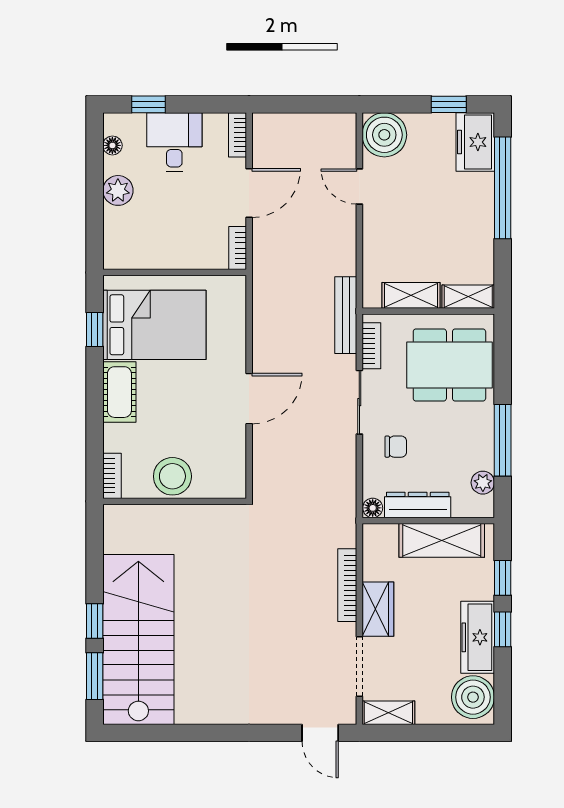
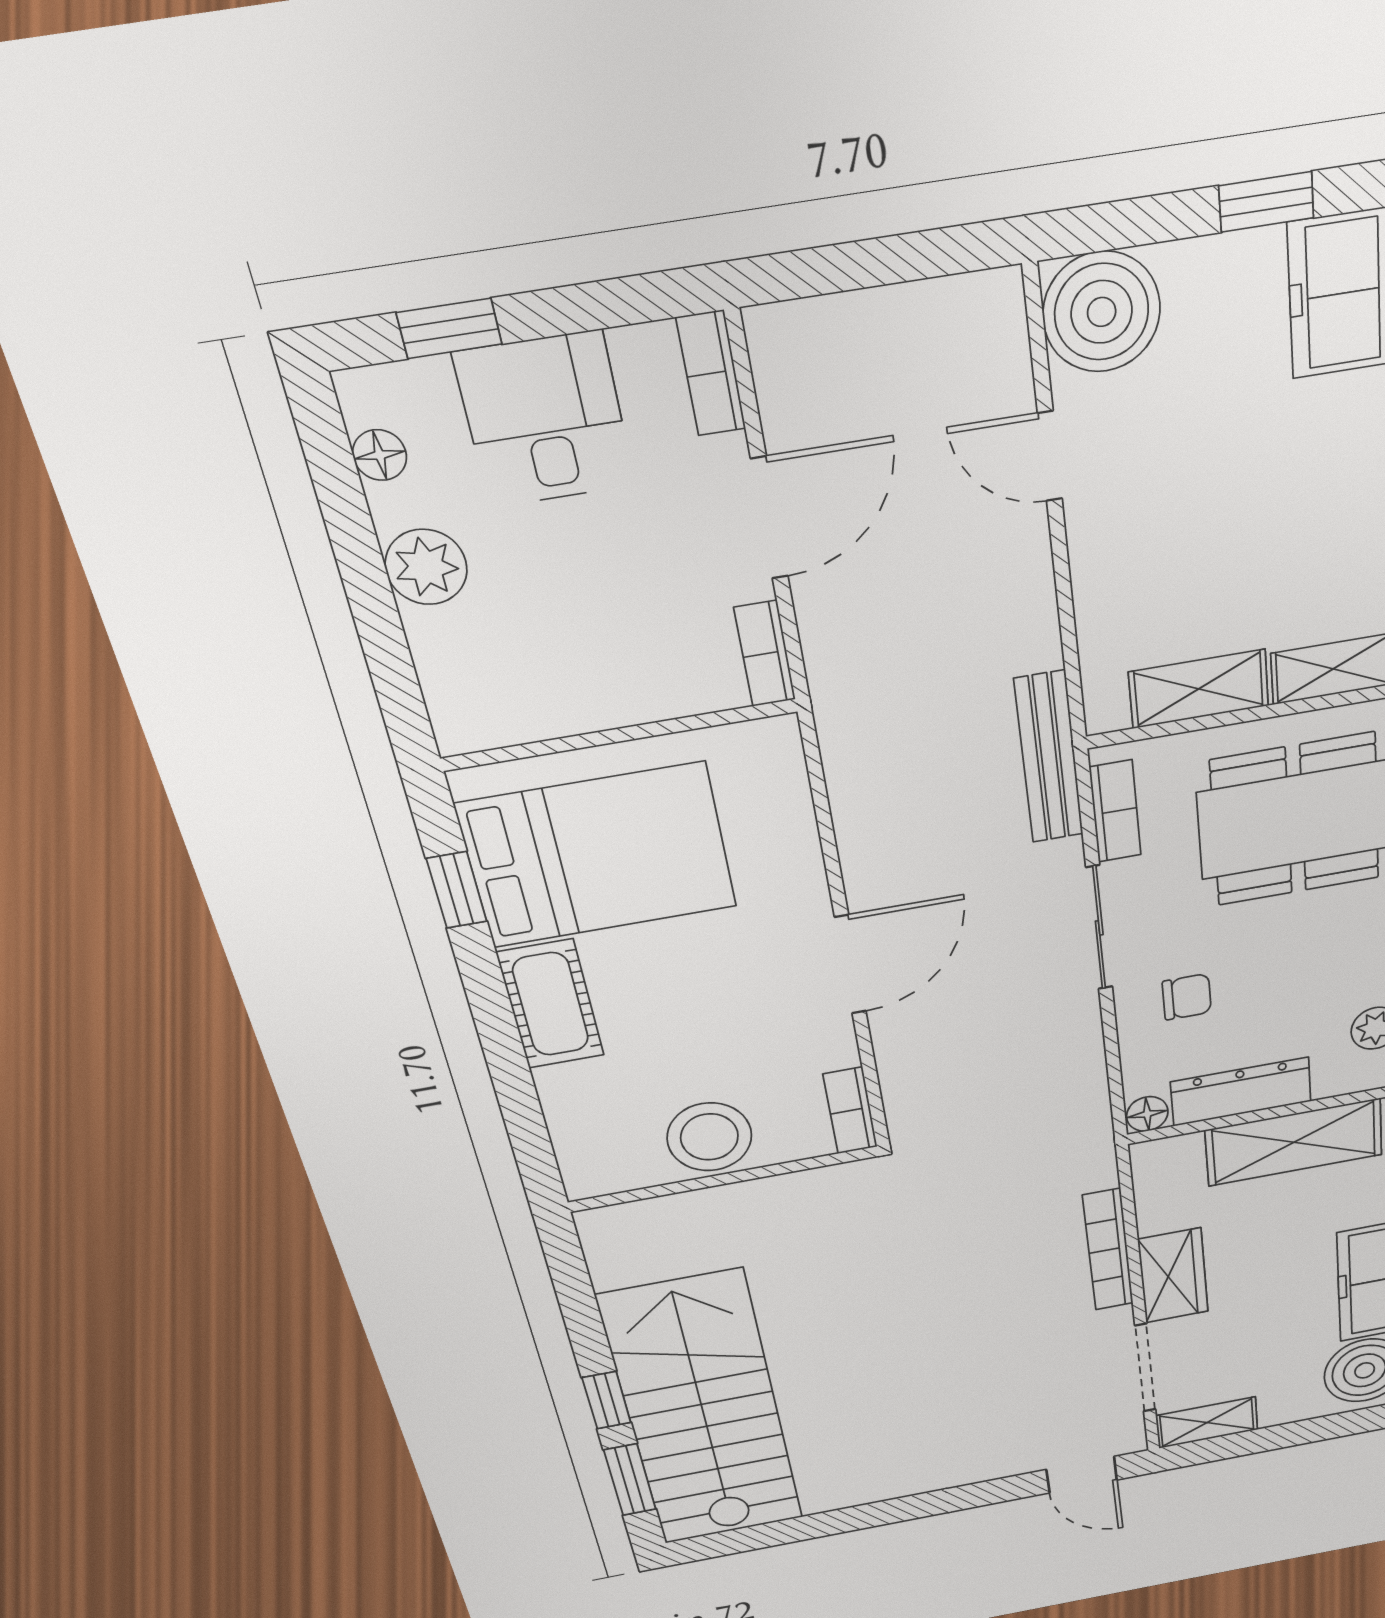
bookcase: (112, 476) -> (850, 1111), moved, turned 180

